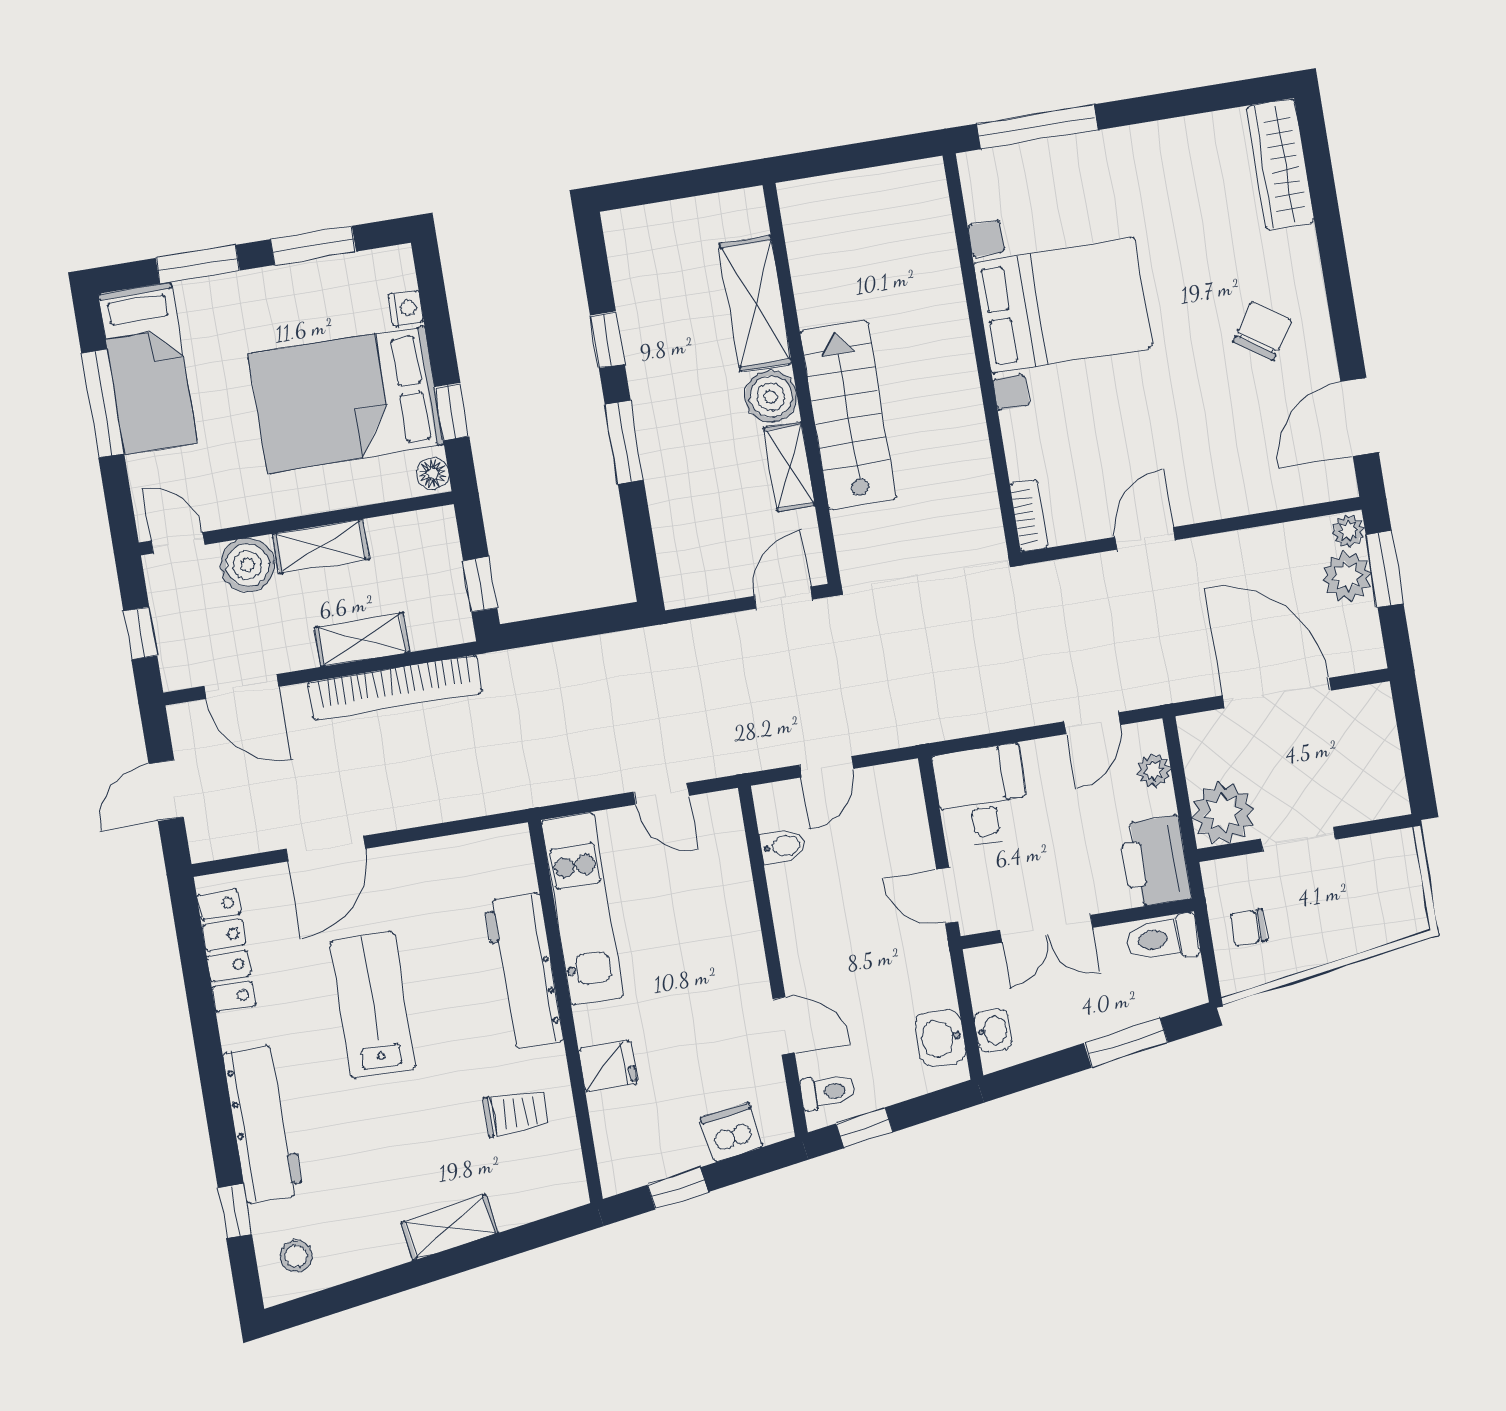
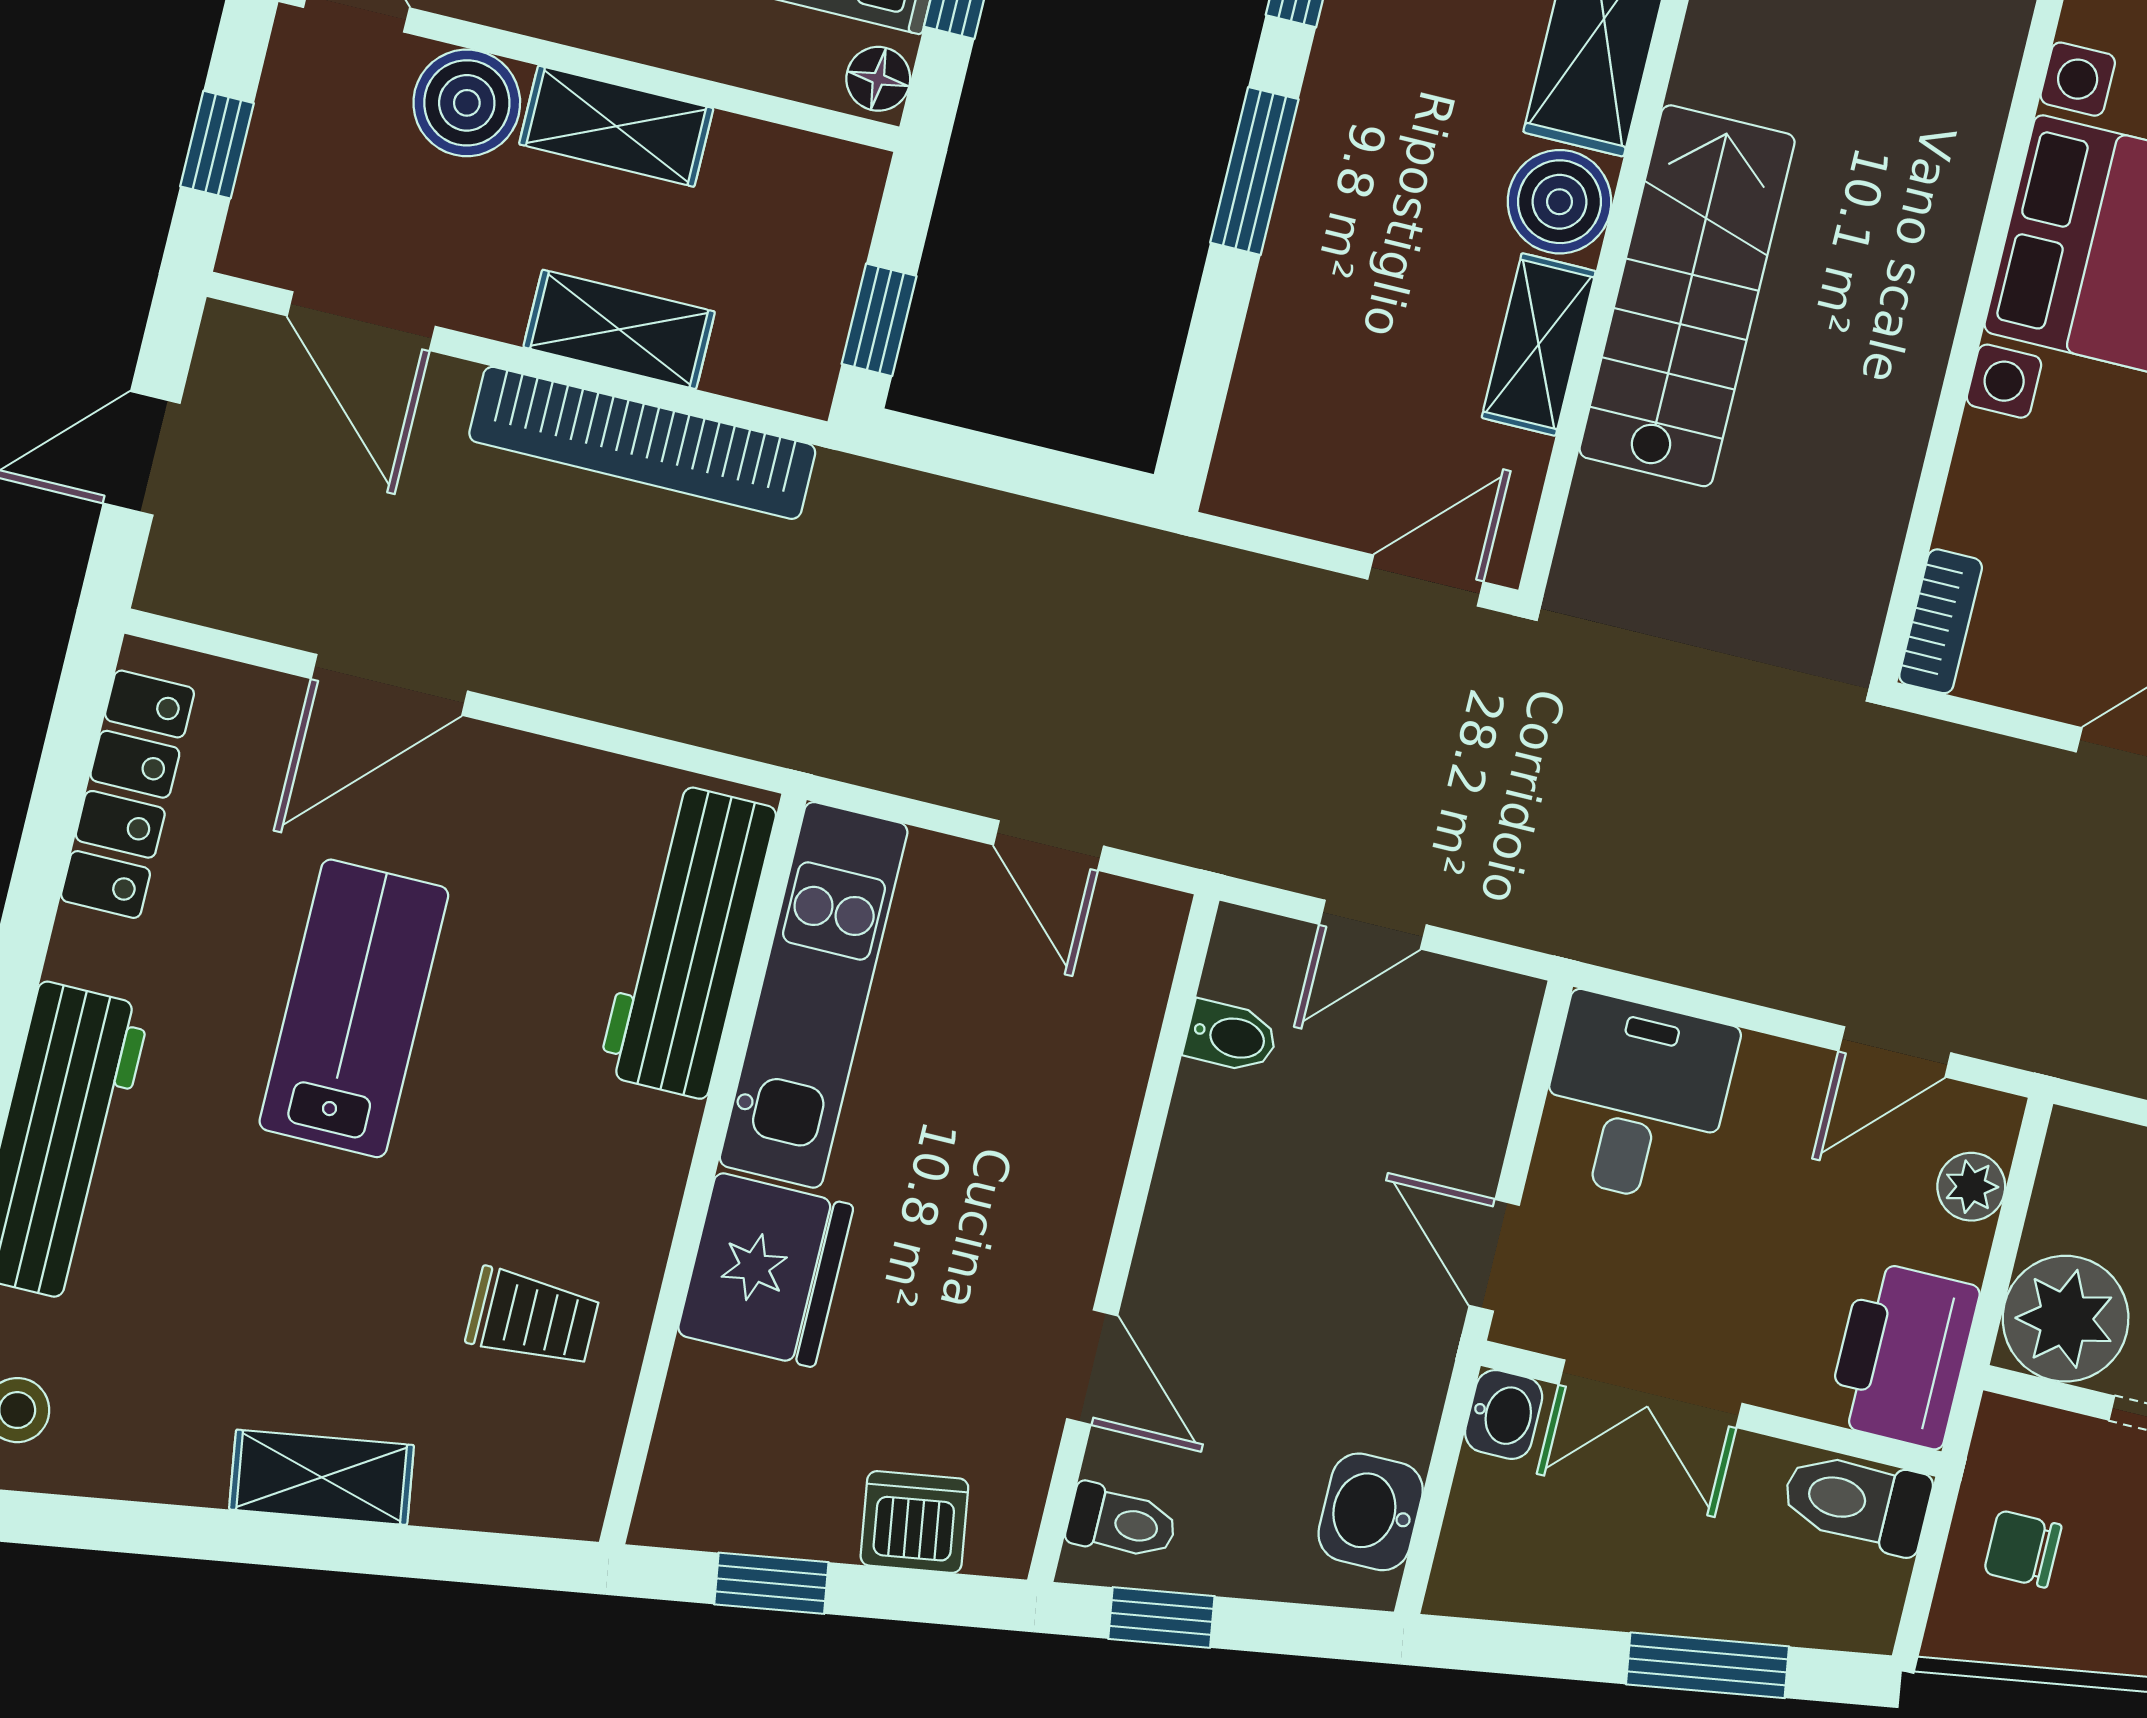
workbench: (524, 971) -> (687, 941), moved
washbasin: (993, 1031) -> (1504, 1415), moved
fridge: (608, 1066) -> (765, 1270), width x1.88, depth x1.34

